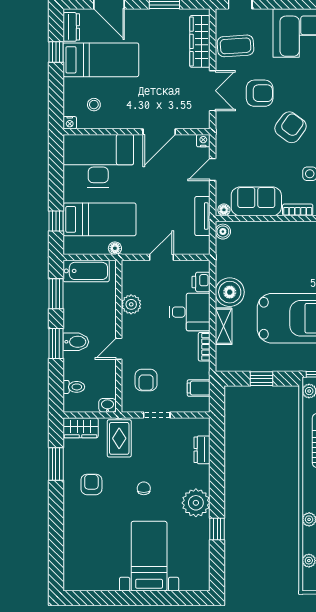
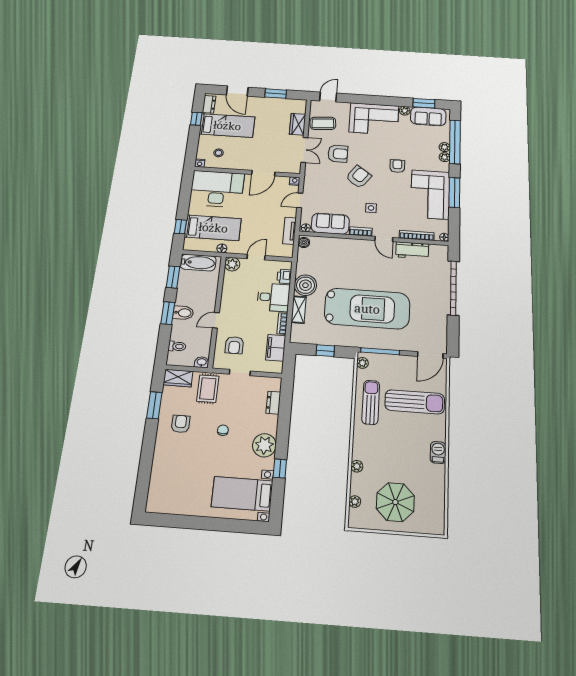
wardrobe: (200, 41) -> (298, 124), width x0.67
plant: (131, 304) -> (232, 264), moved
filing cabinet: (199, 388) -> (276, 348), width x2.00
bed with nightstands: (149, 556) -> (242, 494), moved, turned -90

